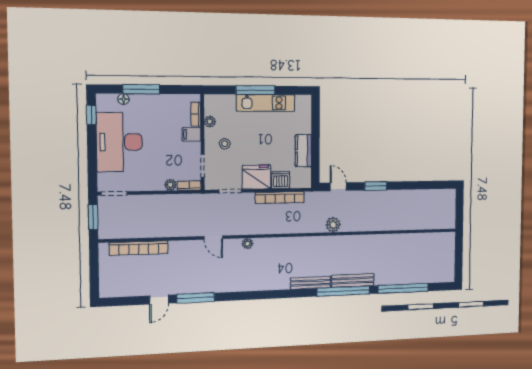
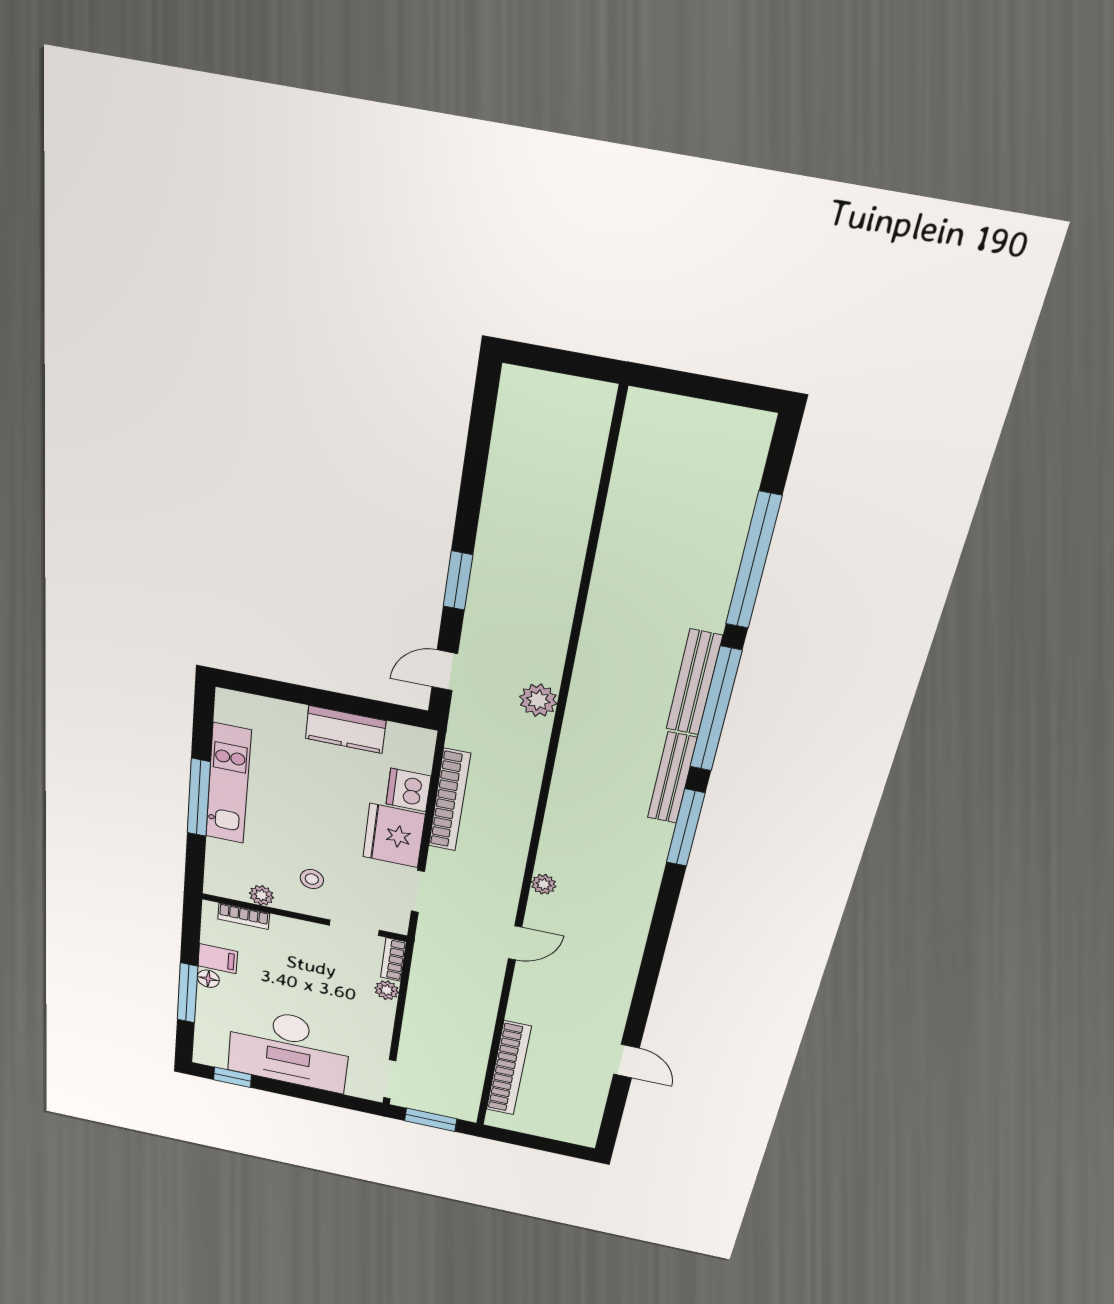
floor lamp: (123, 99) -> (208, 979), moved
filing cabinet: (191, 134) -> (218, 959), moved, turned -90
window: (196, 298) -> (686, 828), moved

